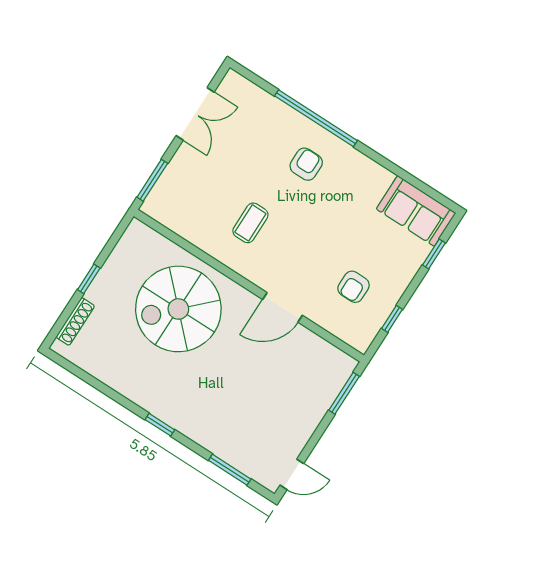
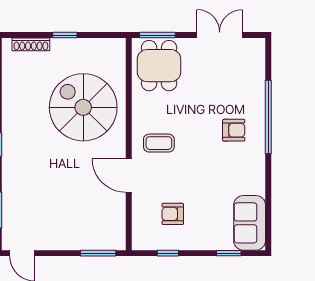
double door: (195, 114) -> (220, 35), swing flipped
dining table: (186, 199) -> (159, 66), added
coffee table: (250, 223) -> (159, 143), moved

